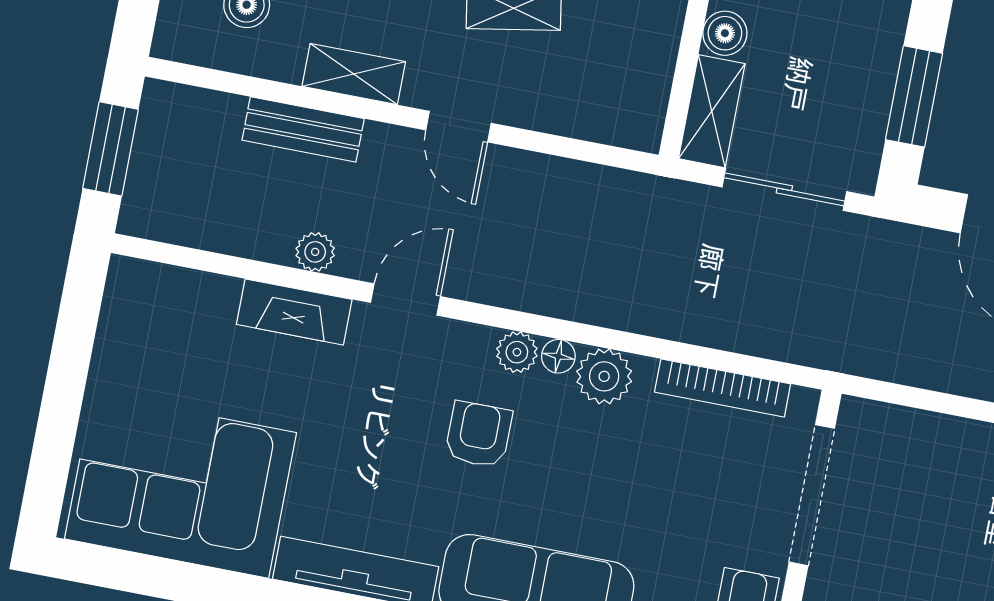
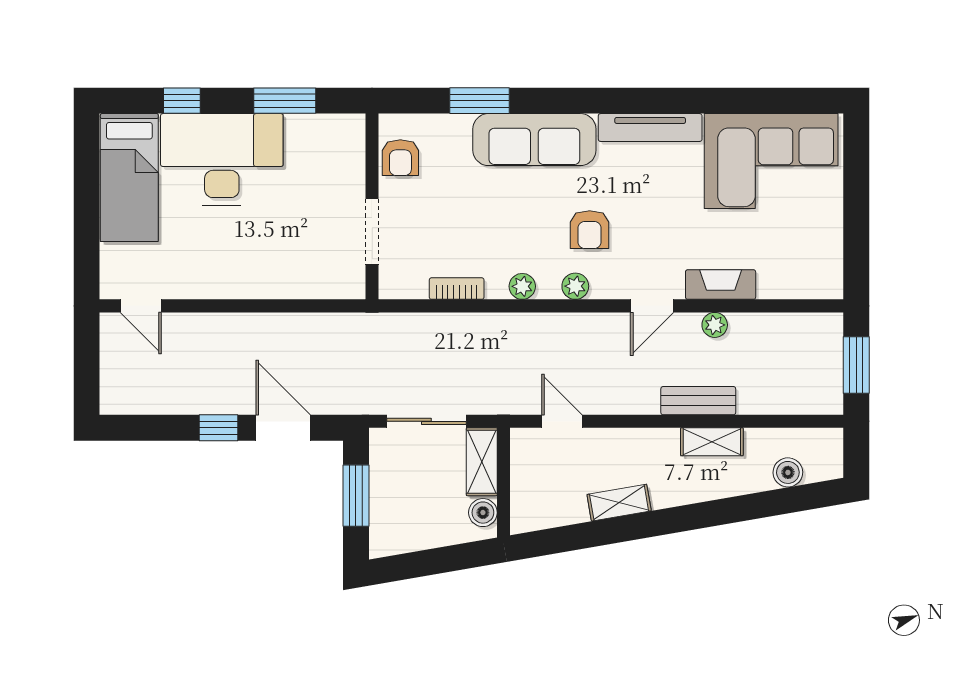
door: (458, 127) -> (562, 421), moved
bench: (303, 129) -> (698, 401), moved
floor lamp: (558, 356) -> (549, 289), removed
plant: (604, 376) -> (522, 286), width x0.73, depth x0.73
bookcase: (723, 388) -> (457, 289), width x0.64
doorway: (812, 495) -> (372, 232), width x0.73

